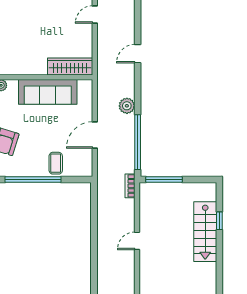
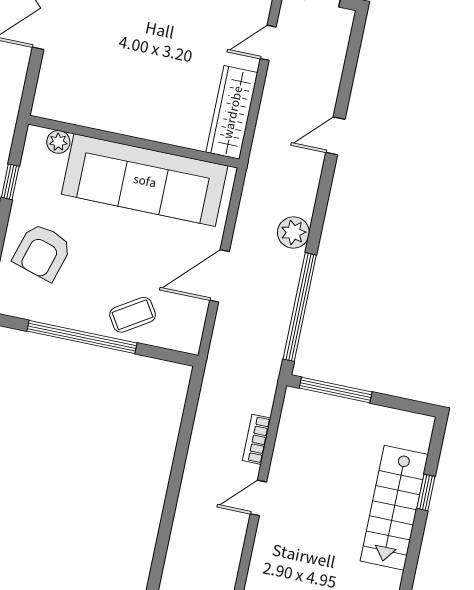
wardrobe: (70, 67) -> (232, 112), moved, turned -90
sofa: (48, 92) -> (145, 180), width x1.36, depth x1.27
coffee table: (56, 163) -> (133, 315), turned 58
bookcase: (130, 186) -> (257, 439), moved

